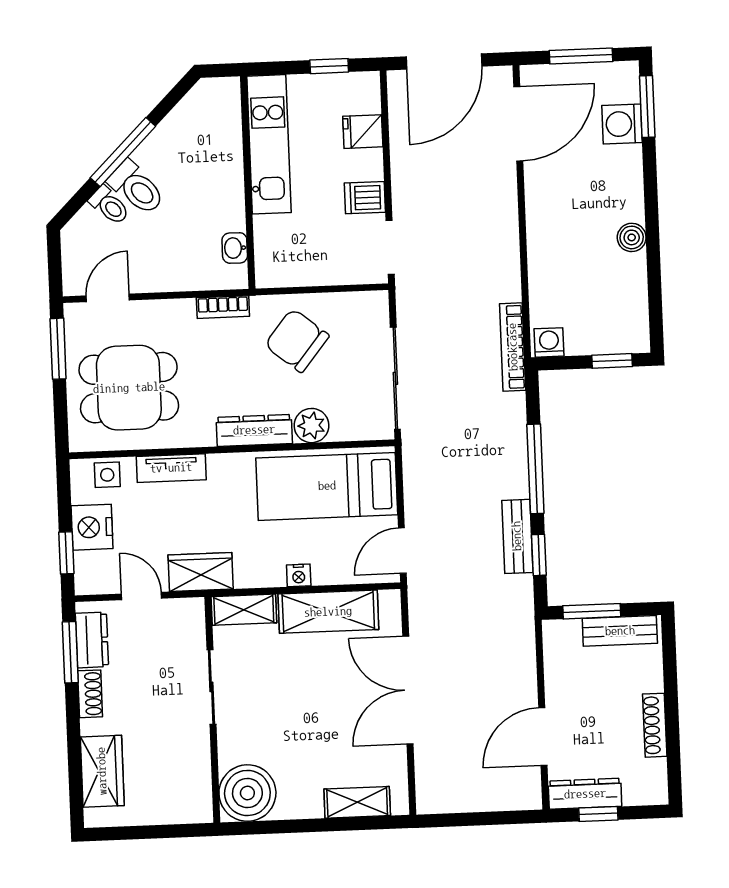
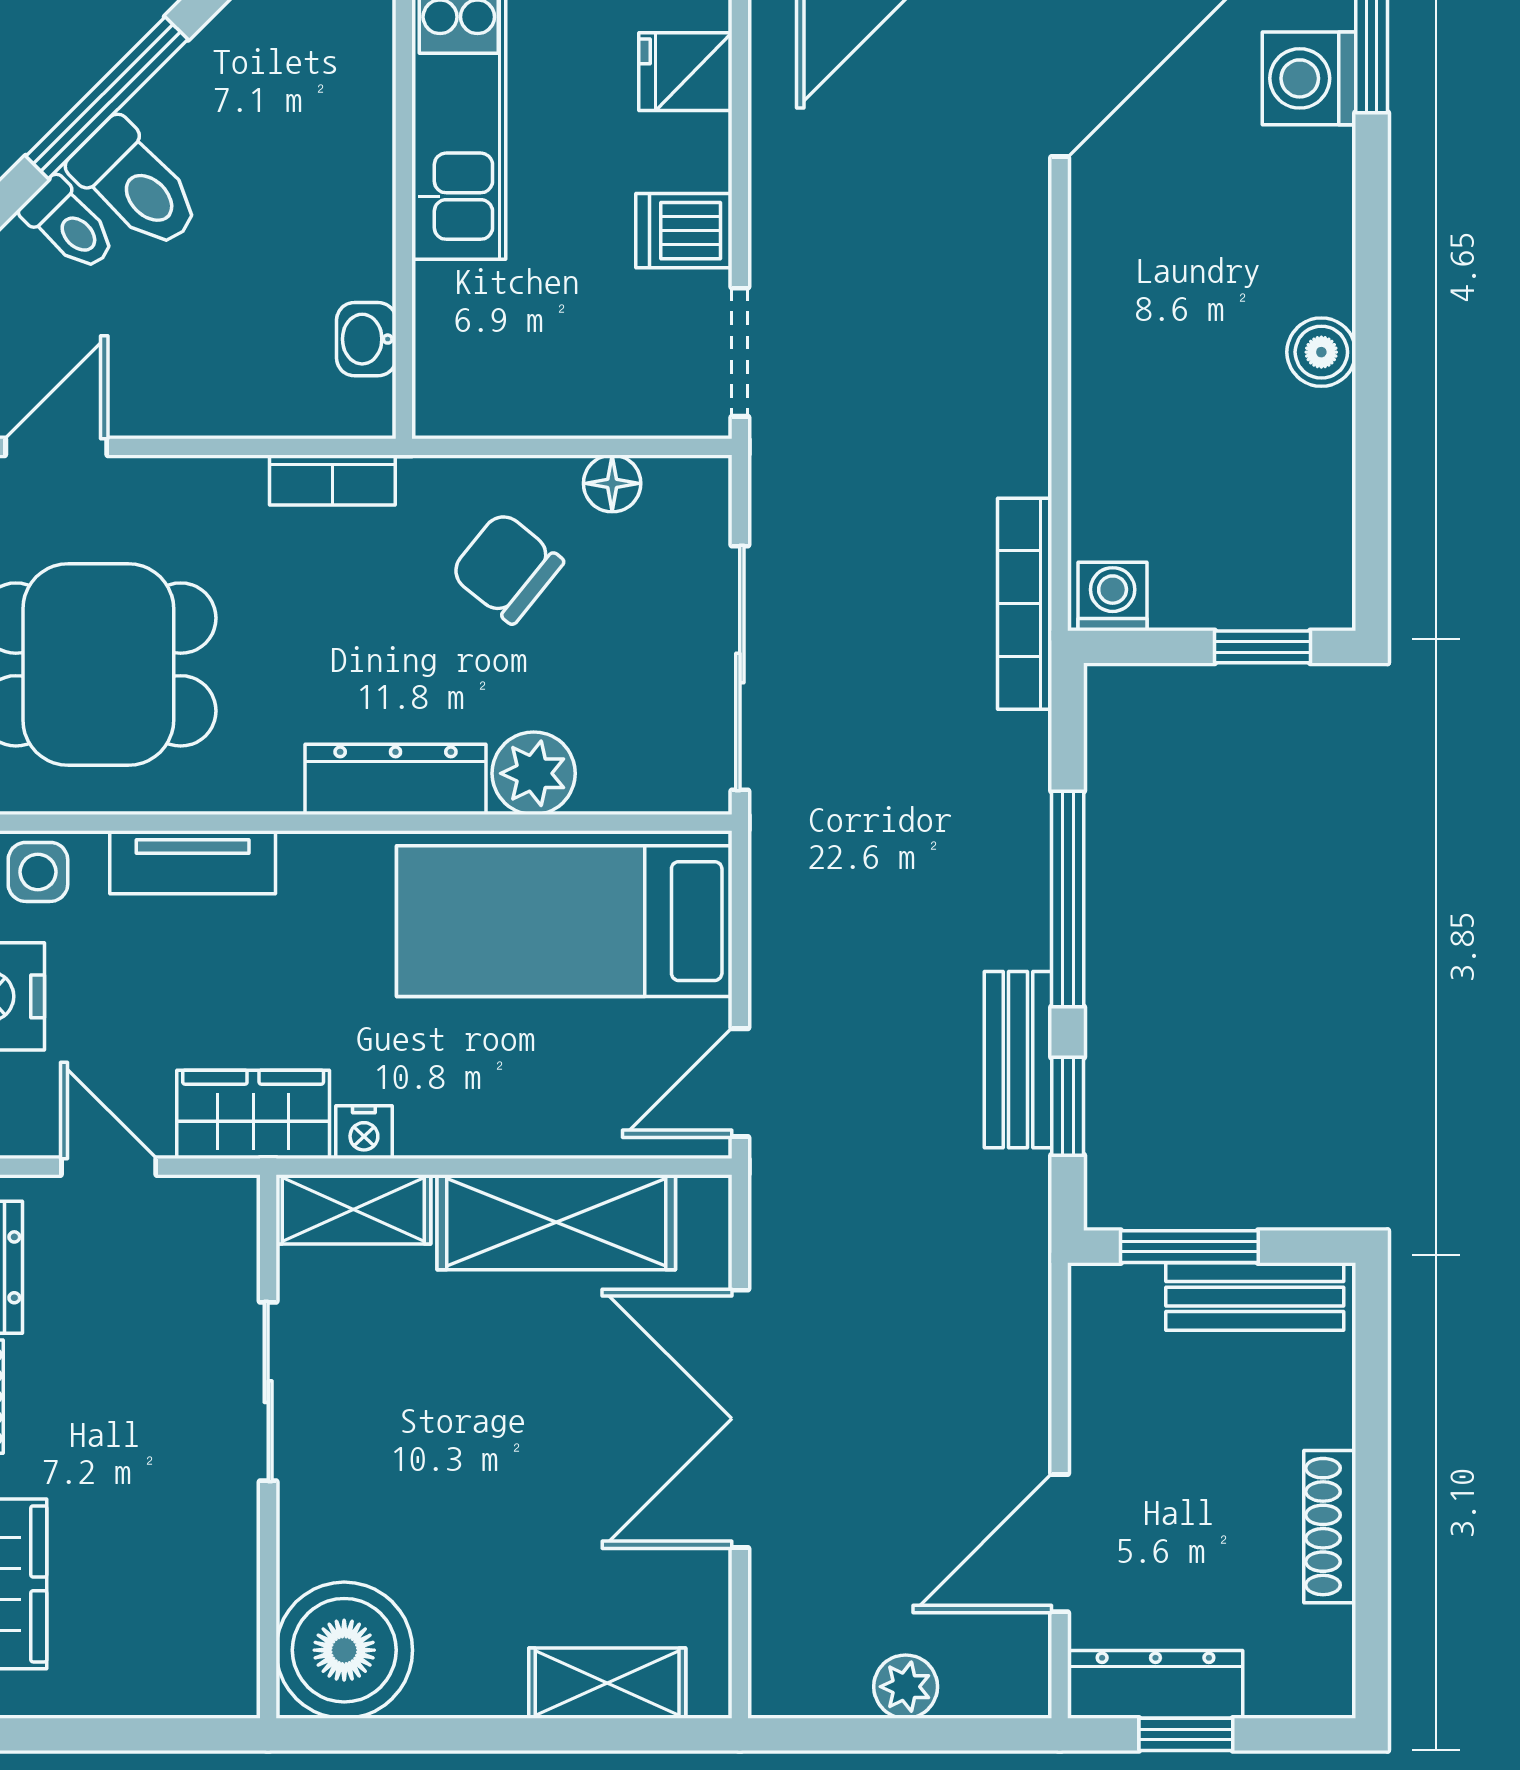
floor lamp: (339, 304) -> (612, 483), added
chair: (297, 341) -> (507, 567), width x0.73, depth x0.73
nightstand: (299, 575) -> (364, 1132), moved
plant: (481, 799) -> (906, 1687), added

